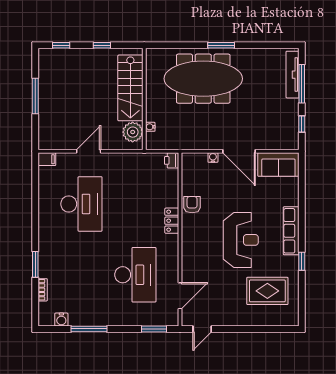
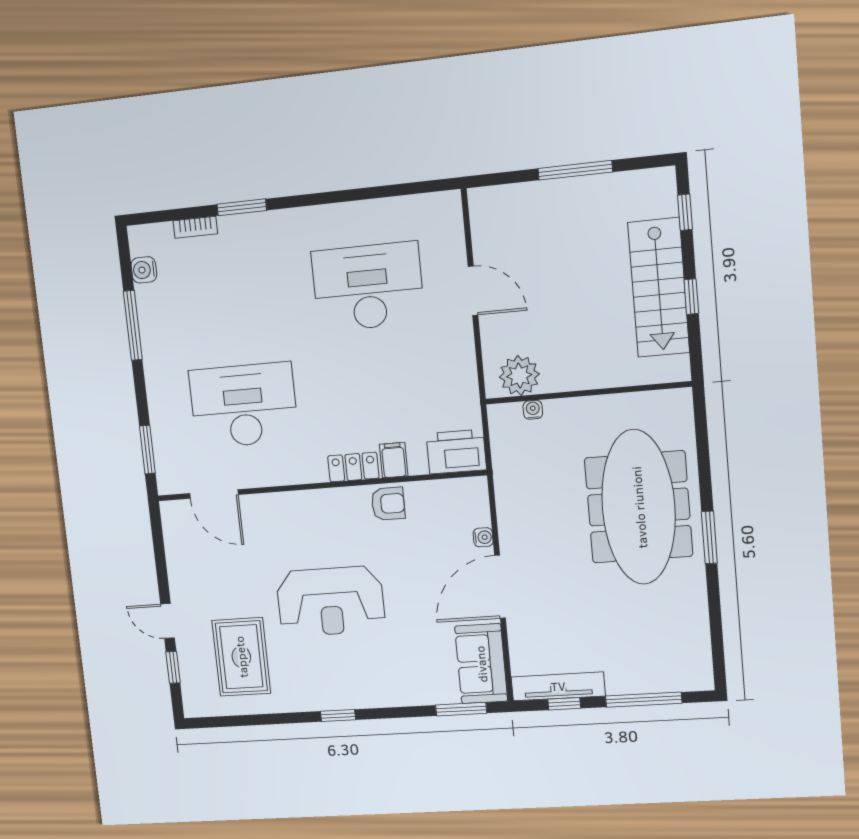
tv unit: (293, 75) -> (558, 686), moved
stairs: (130, 88) -> (659, 288), moved, turned -90
filing cabinet: (47, 159) -> (394, 460), moved, turned 180
printer: (172, 160) -> (456, 452), width x1.87, depth x1.48
window: (302, 177) -> (461, 709), added
desk: (81, 204) -> (368, 287), turned 180
row of seats: (291, 231) -> (358, 695), removed
window: (302, 261) -> (338, 716), moved
desk: (135, 275) -> (244, 405), turned 180
door: (202, 329) -> (168, 621), moved
window: (271, 329) -> (173, 667), added

